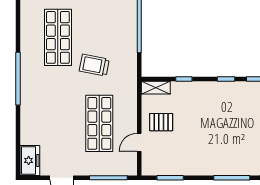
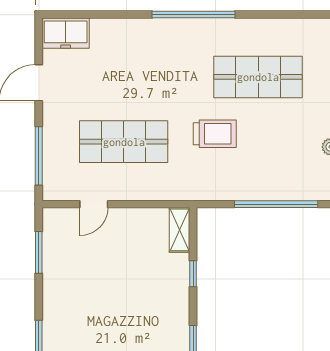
trolley: (94, 65) -> (215, 134), turned 79
pallet: (161, 122) -> (126, 238), removed
door: (139, 142) -> (94, 204), swing flipped

